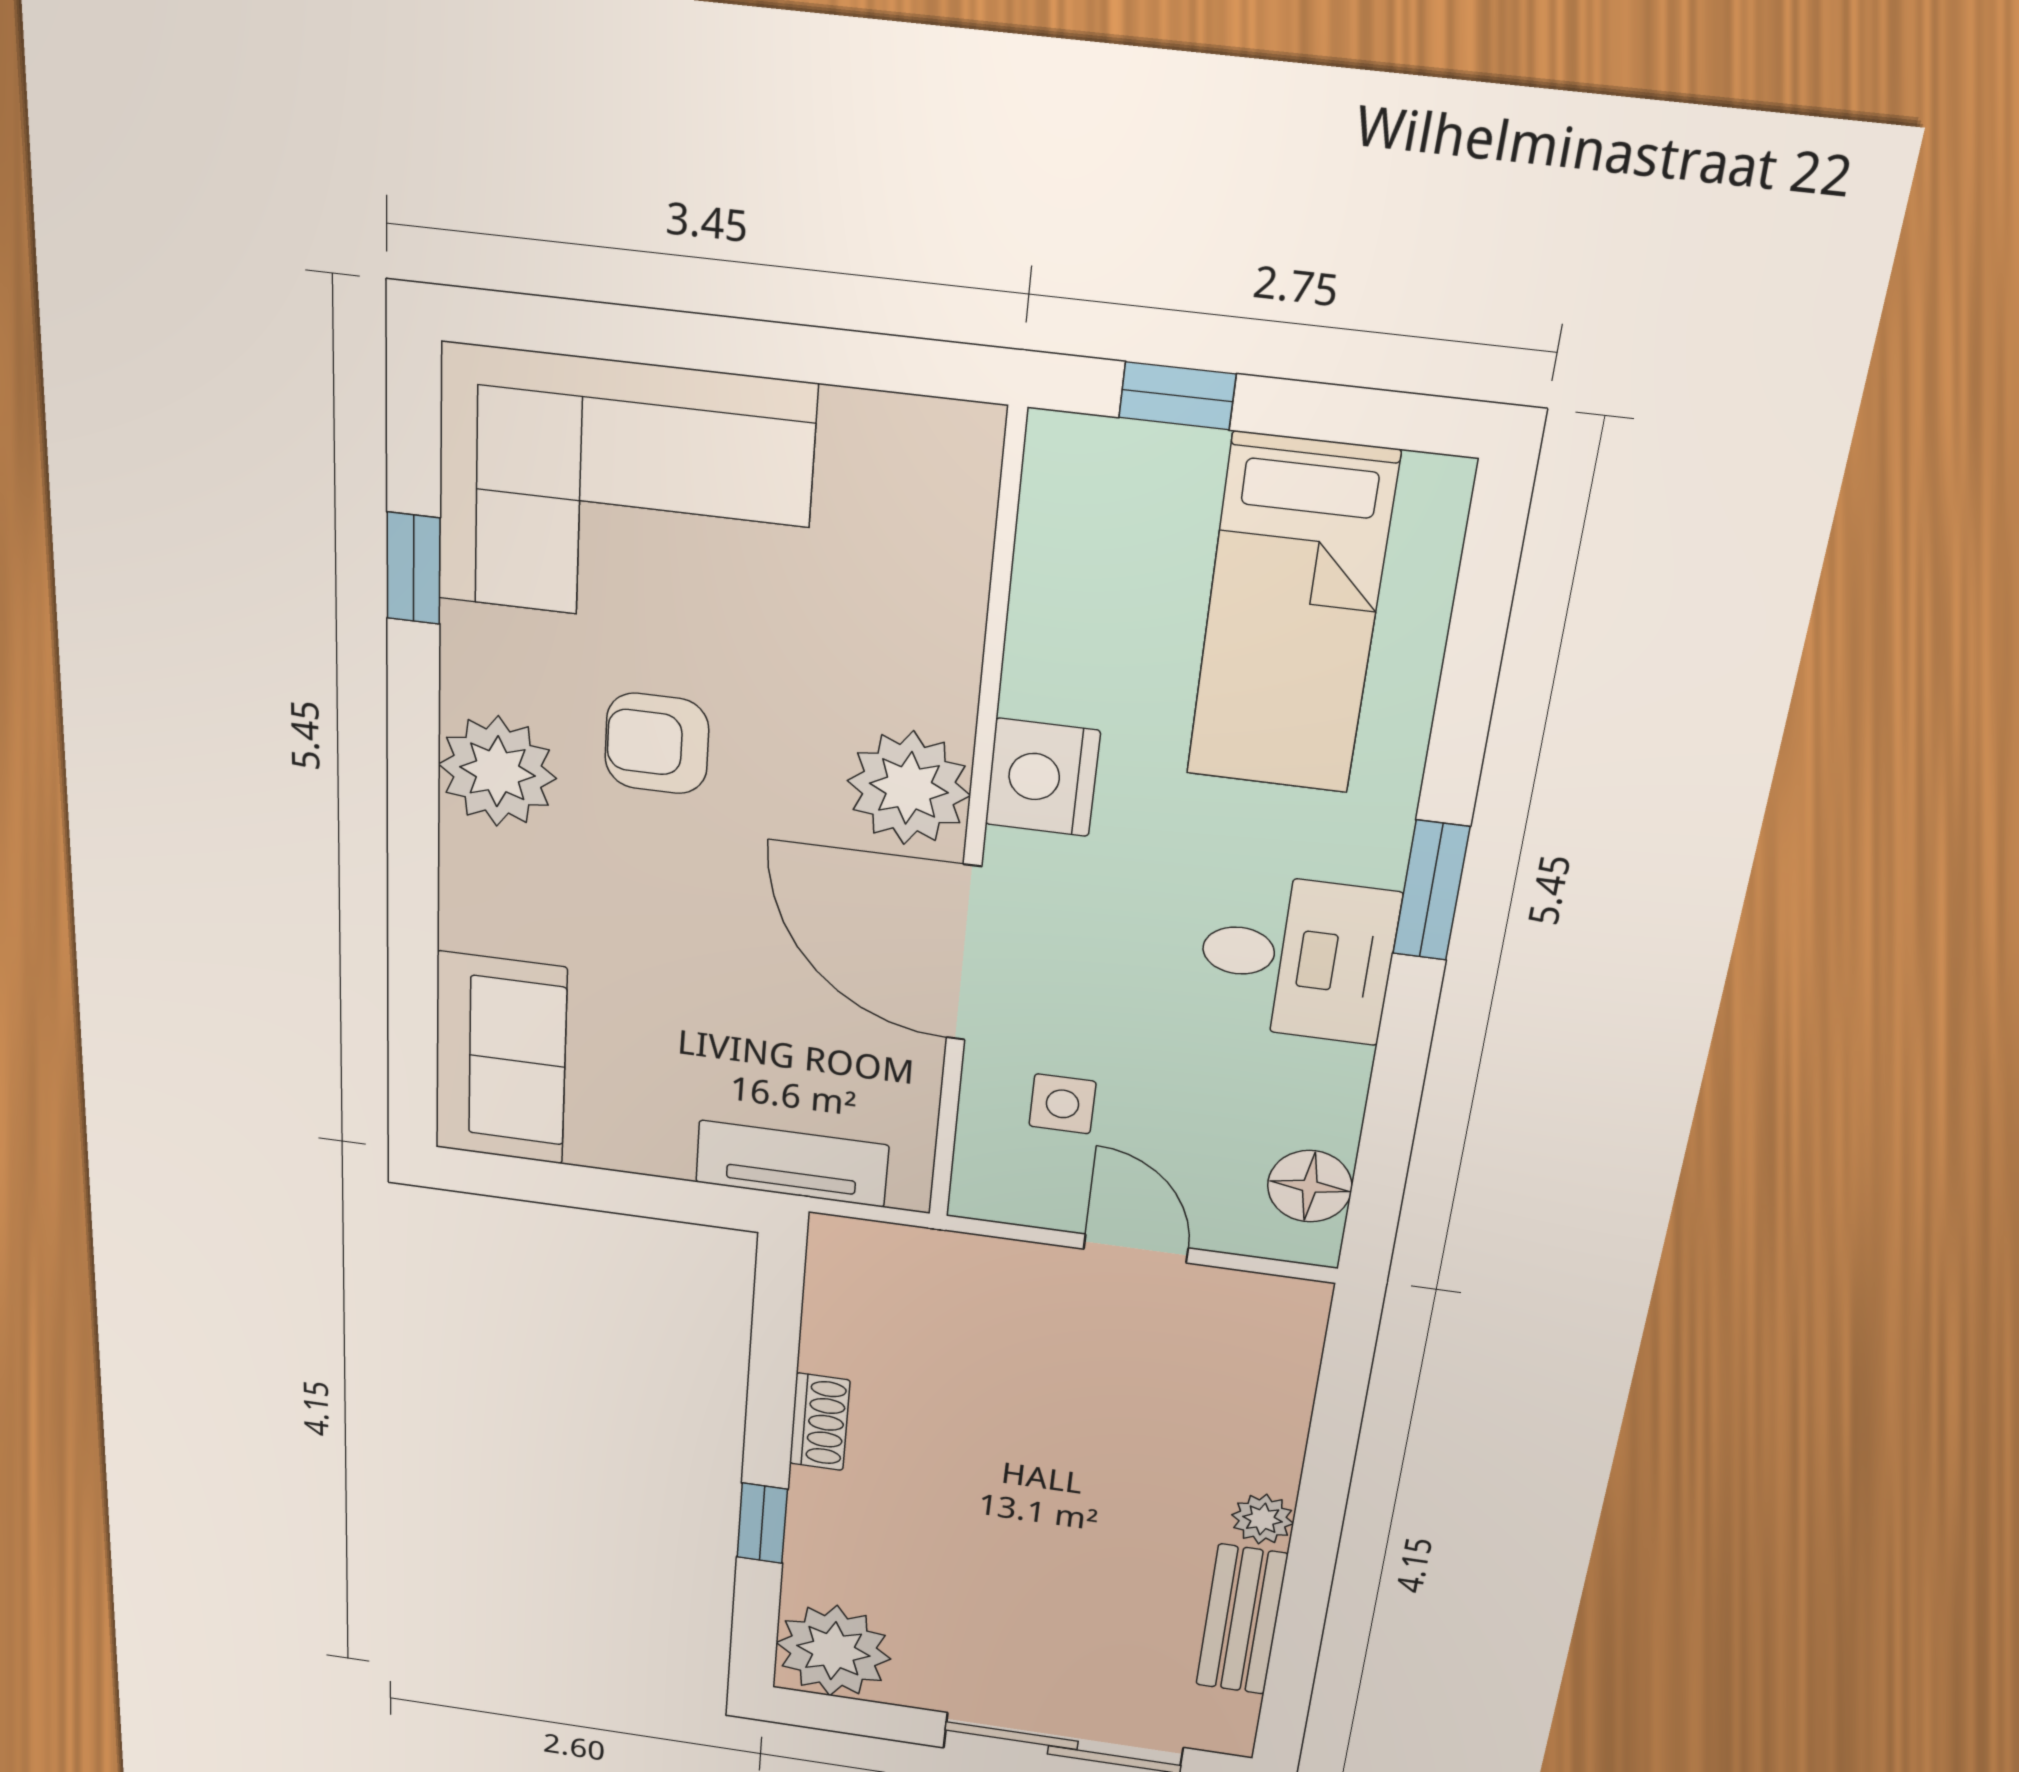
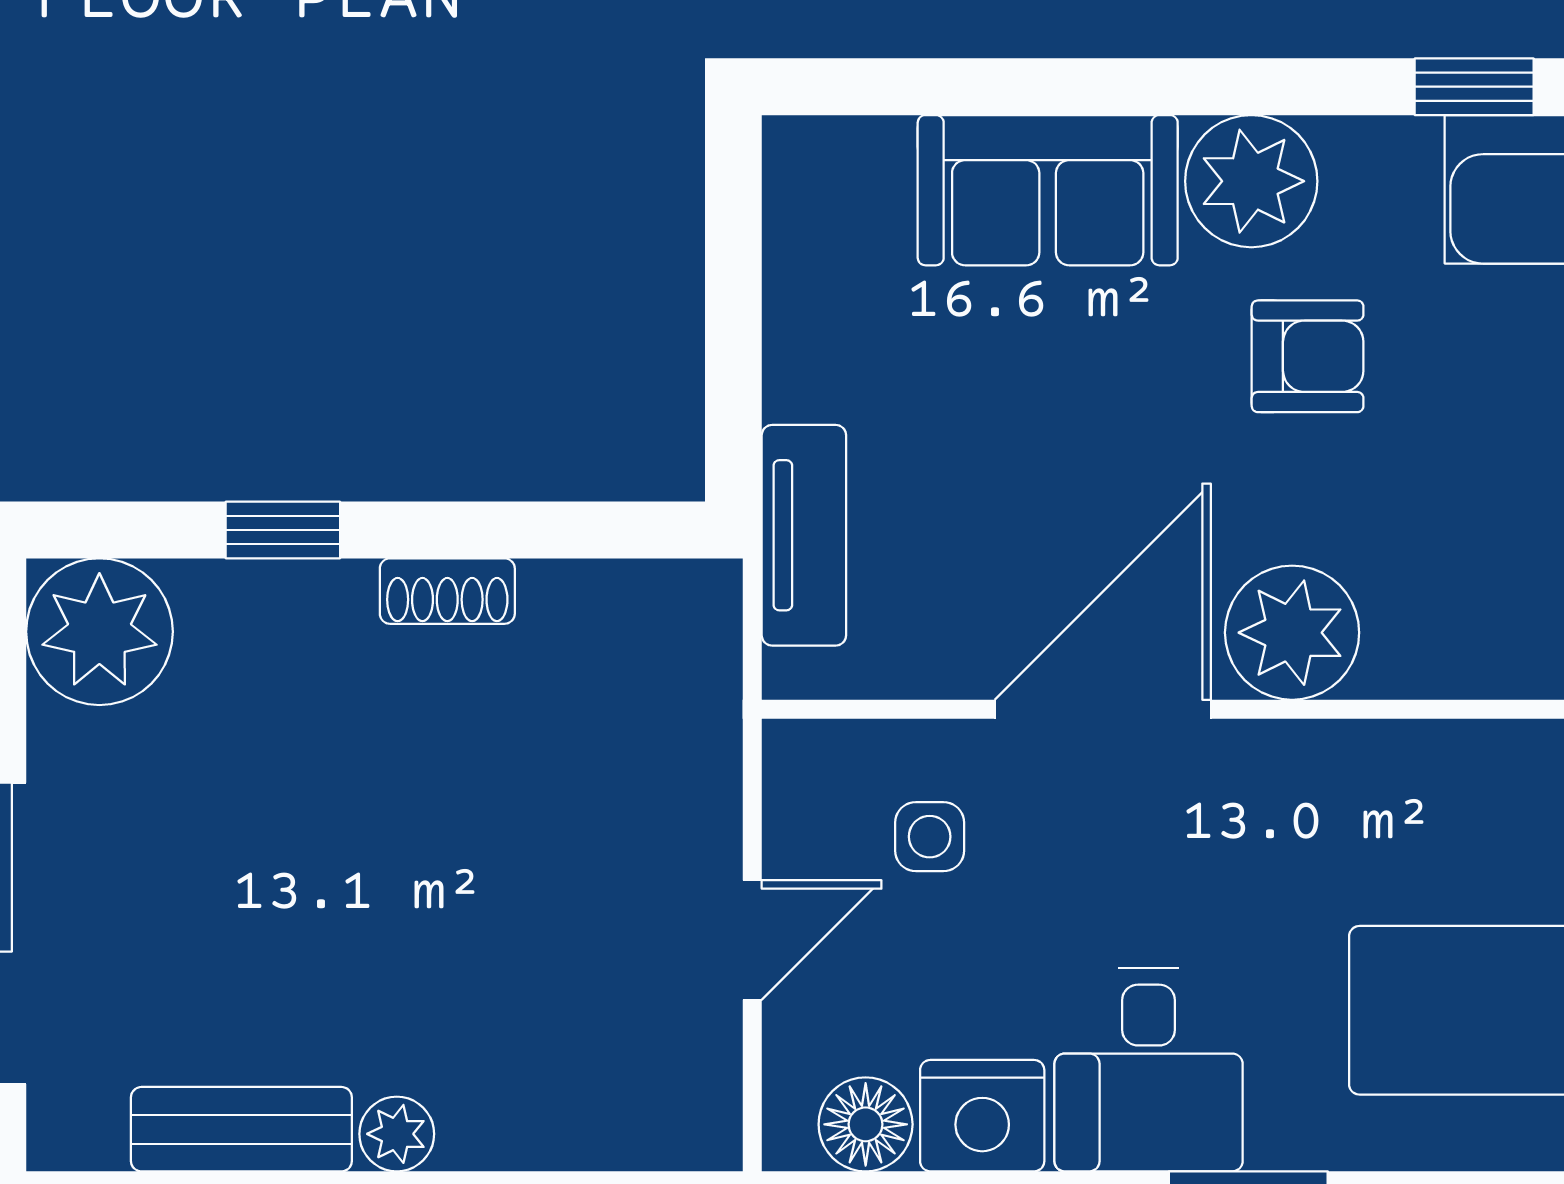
armchair: (657, 743) -> (1308, 356), turned 90
nightstand: (1042, 778) -> (982, 1116), moved, turned 180
sofa: (501, 1059) -> (1048, 190), moved

